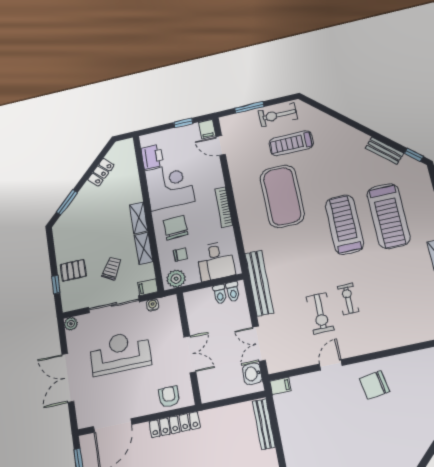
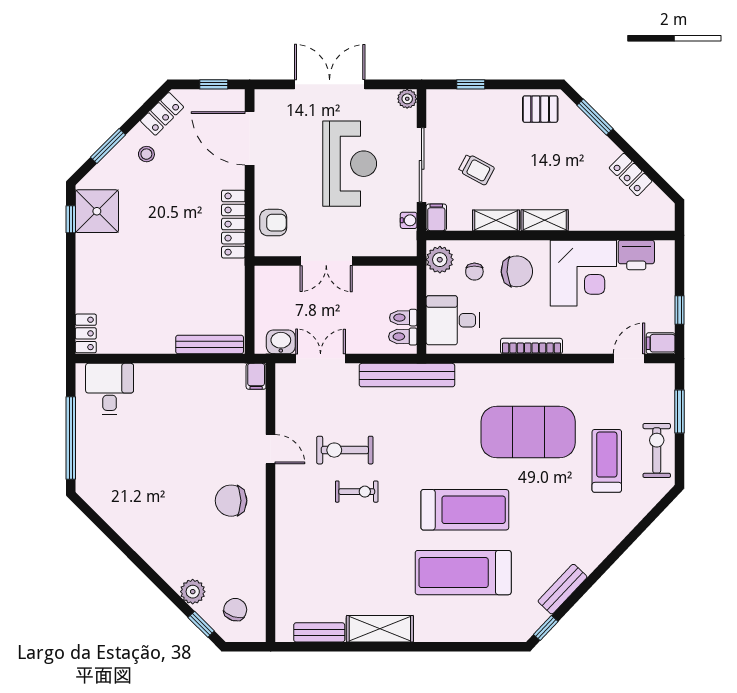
pallet: (73, 270) -> (540, 109), moved, turned 90
chair: (374, 385) -> (231, 501), turned -81

